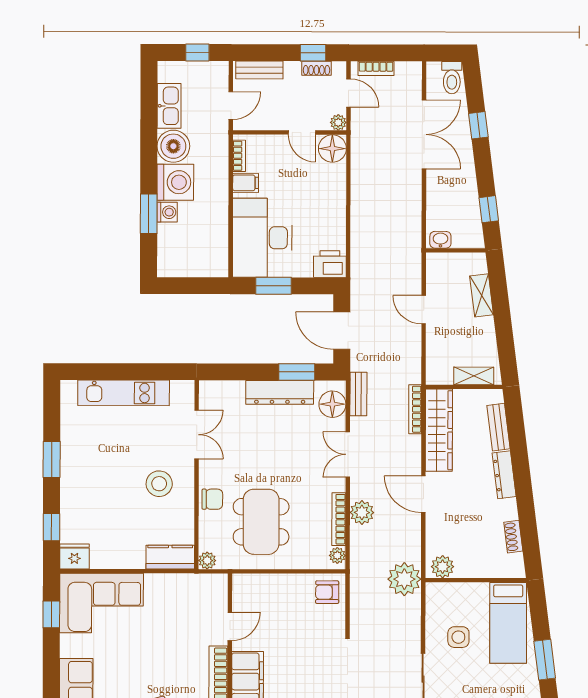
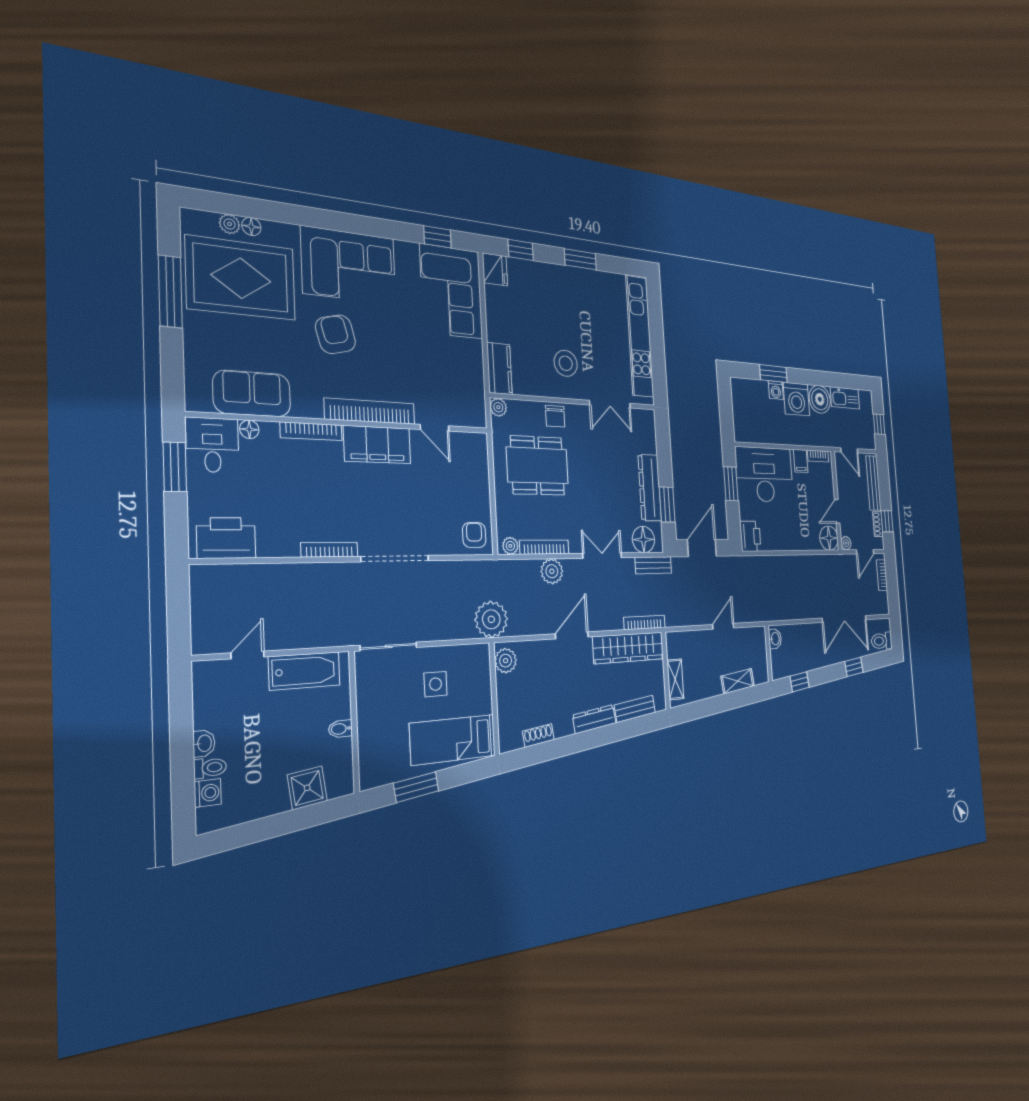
bench: (259, 70) -> (874, 483), width x1.36
kitchen unit: (124, 393) -> (640, 336), width x1.36

